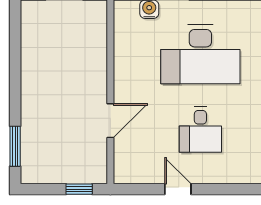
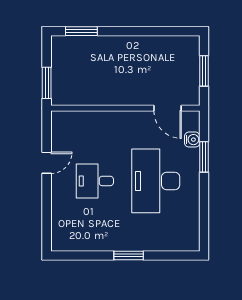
door: (110, 121) -> (168, 108), moved
window: (79, 189) -> (47, 83), width x1.50

